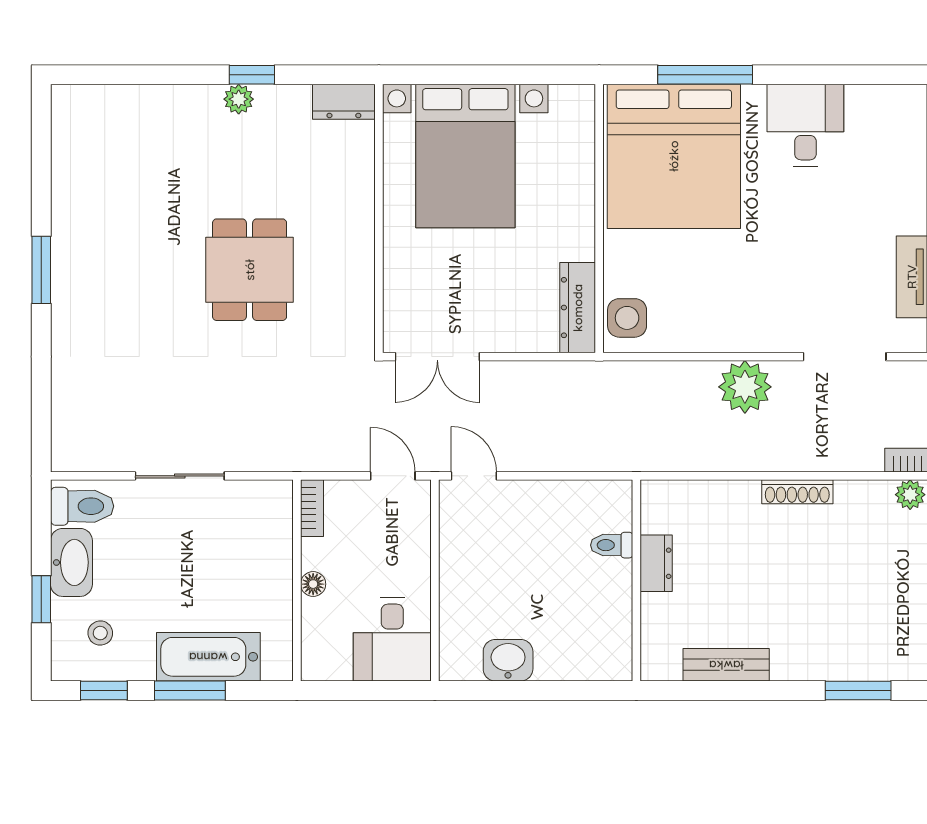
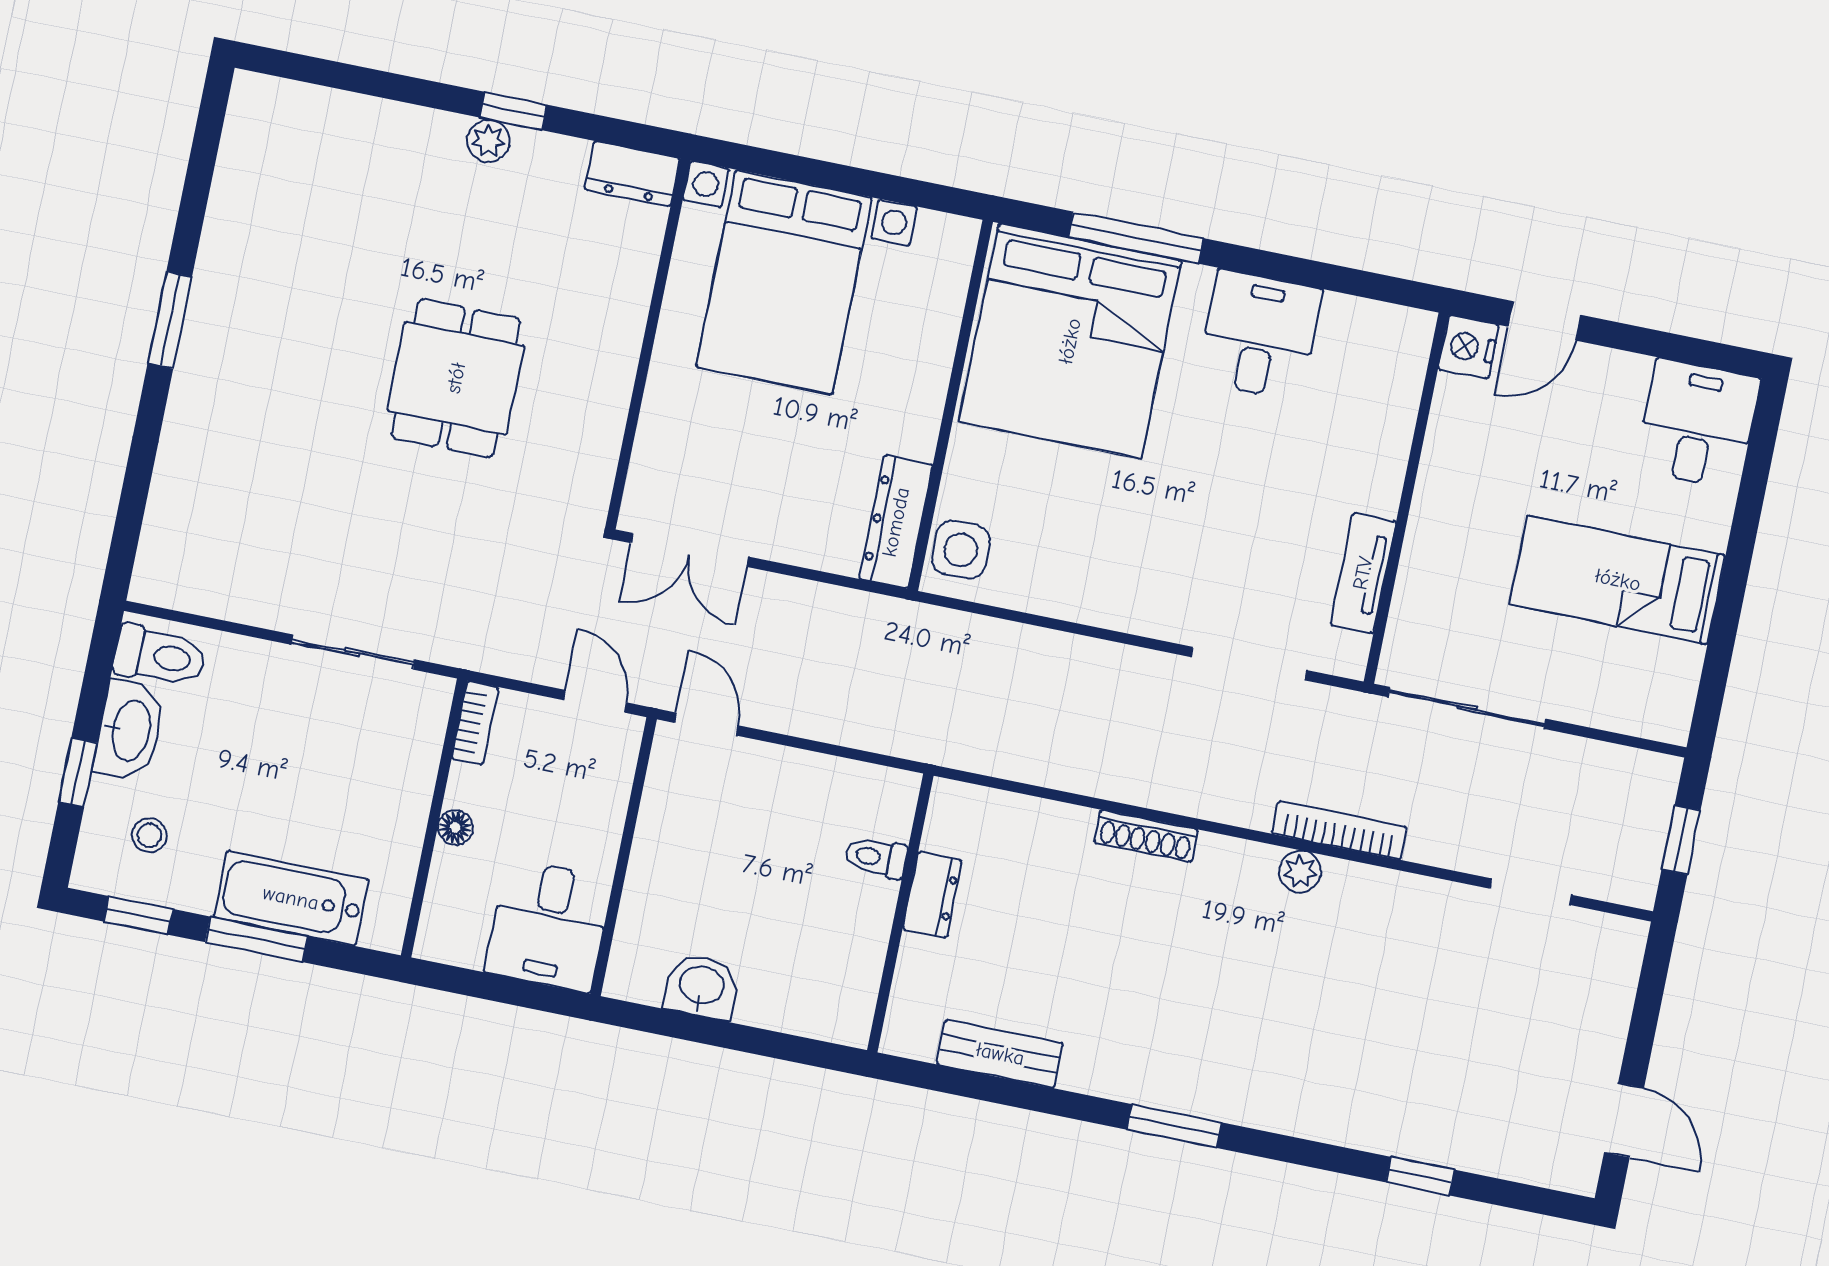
plant: (745, 387) -> (1103, 677), removed
sliding door: (180, 476) -> (353, 652), moved

